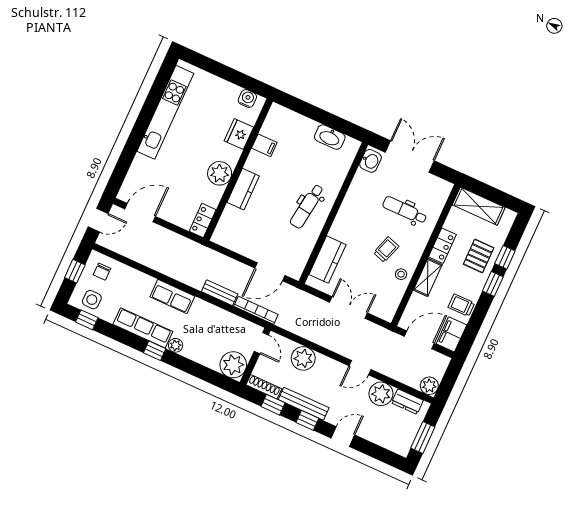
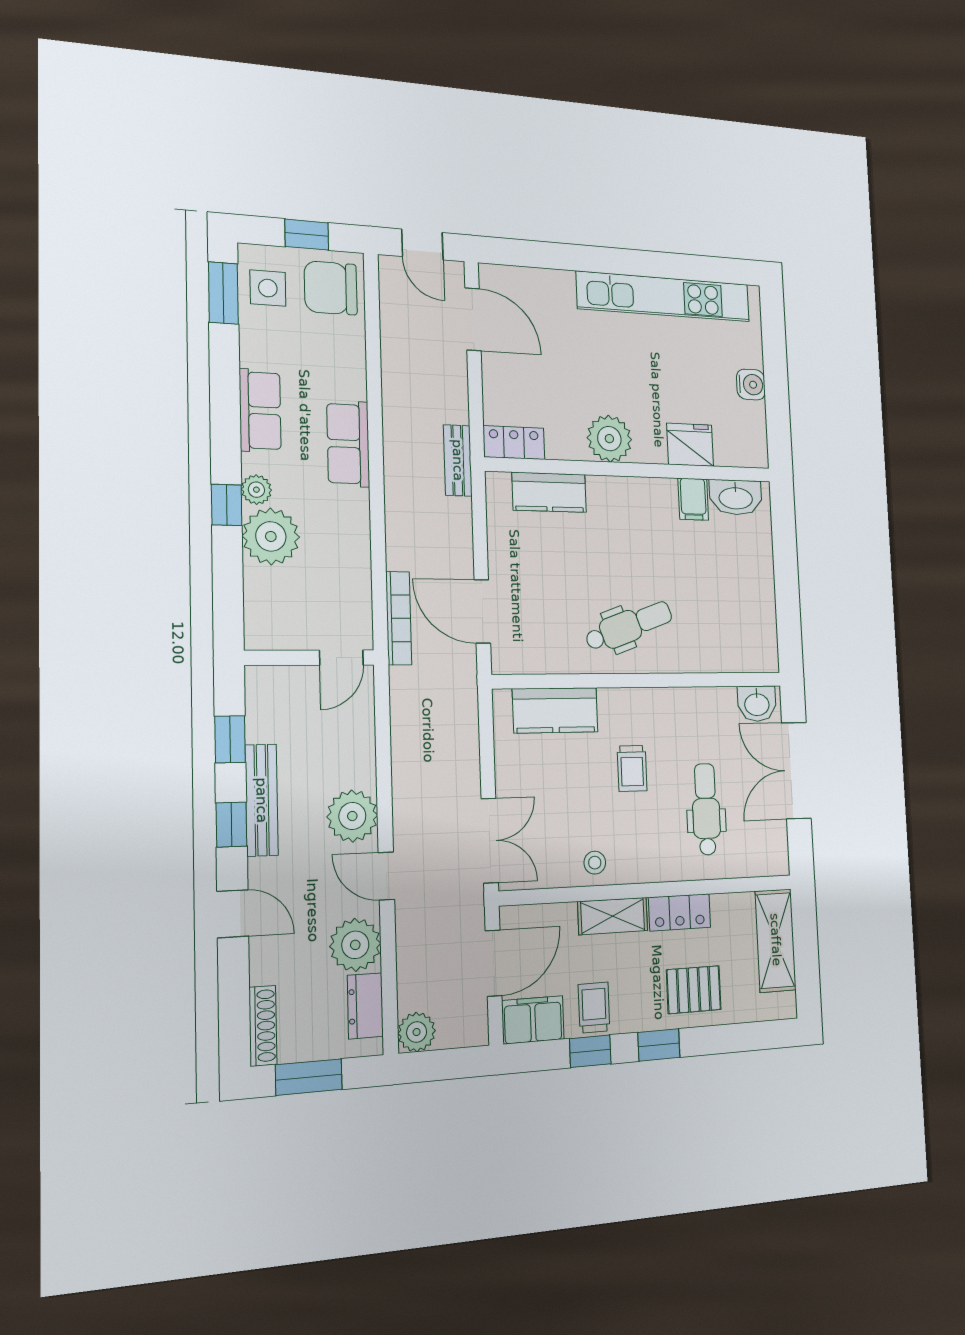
water cooler: (247, 99) -> (751, 385), moved
washbasin: (330, 137) -> (736, 497), moved, turned -90
double door: (410, 157) -> (796, 771), swing flipped
kitchen counter: (243, 189) -> (549, 492), moved
dental chair: (307, 206) -> (629, 626), turned 152
trolley: (386, 250) -> (632, 768), moved, turned 72
window: (505, 257) -> (590, 1051), moved
chair: (102, 272) -> (331, 288), width x1.87, depth x1.87
bench: (220, 293) -> (458, 460), moved
double door: (349, 308) -> (490, 841), moved
window: (87, 320) -> (223, 293), width x1.50
row of seats: (143, 328) -> (260, 410), width x0.68
door: (419, 340) -> (494, 963), hinge flipped
window: (155, 351) -> (227, 505), moved
plant: (303, 358) -> (352, 816), moved
plant: (233, 365) -> (271, 536), moved
shoe rack: (264, 387) -> (263, 1026), moved

